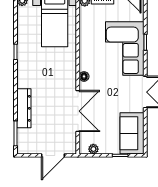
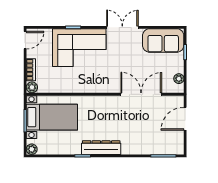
floor lamp: (84, 76) -> (107, 88), removed
dresser: (24, 108) -> (101, 148), moved
door: (53, 155) -> (185, 119), swing flipped

